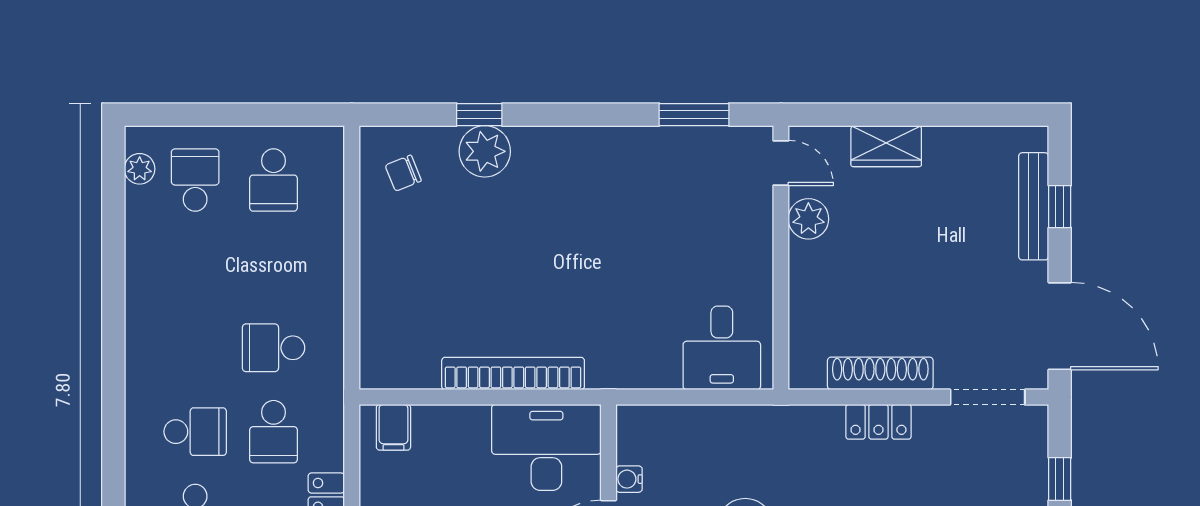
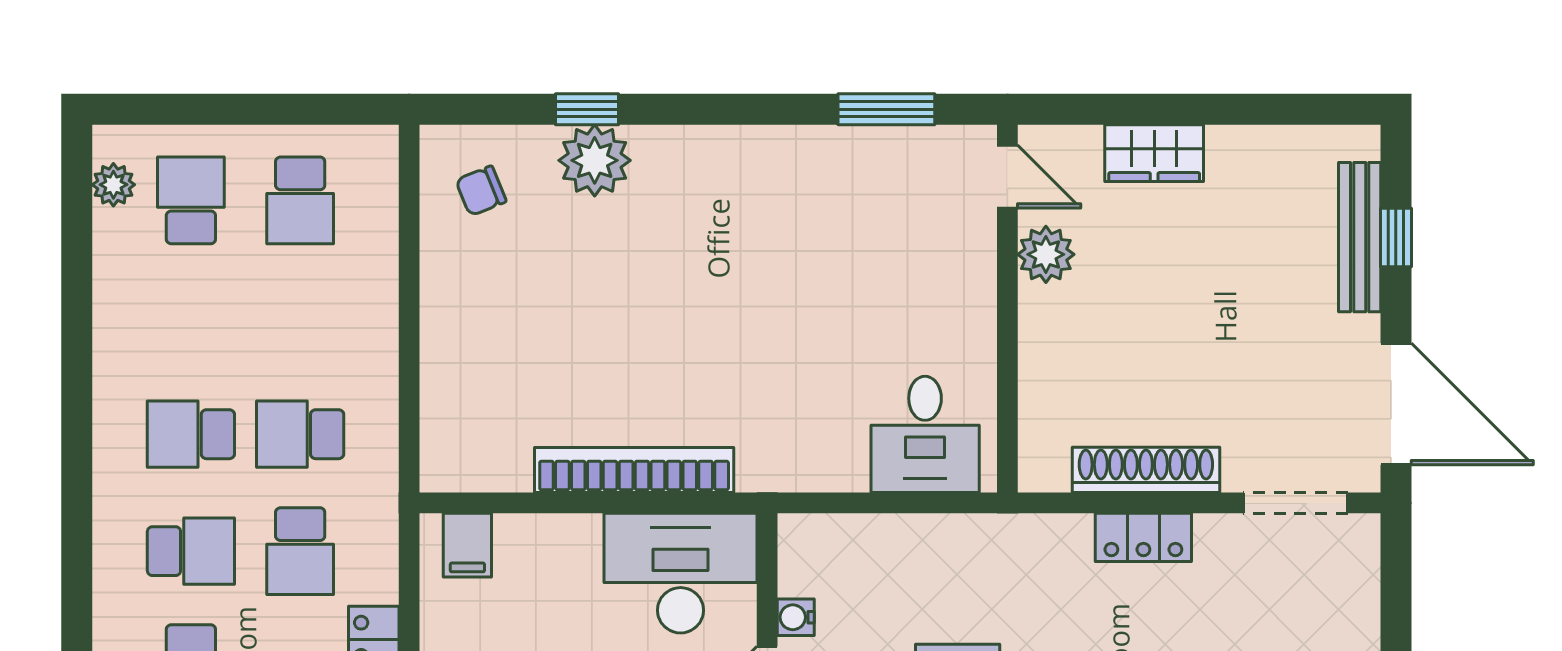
school desk: (195, 348) -> (191, 434), added
window: (1060, 479) -> (1396, 617), removed

